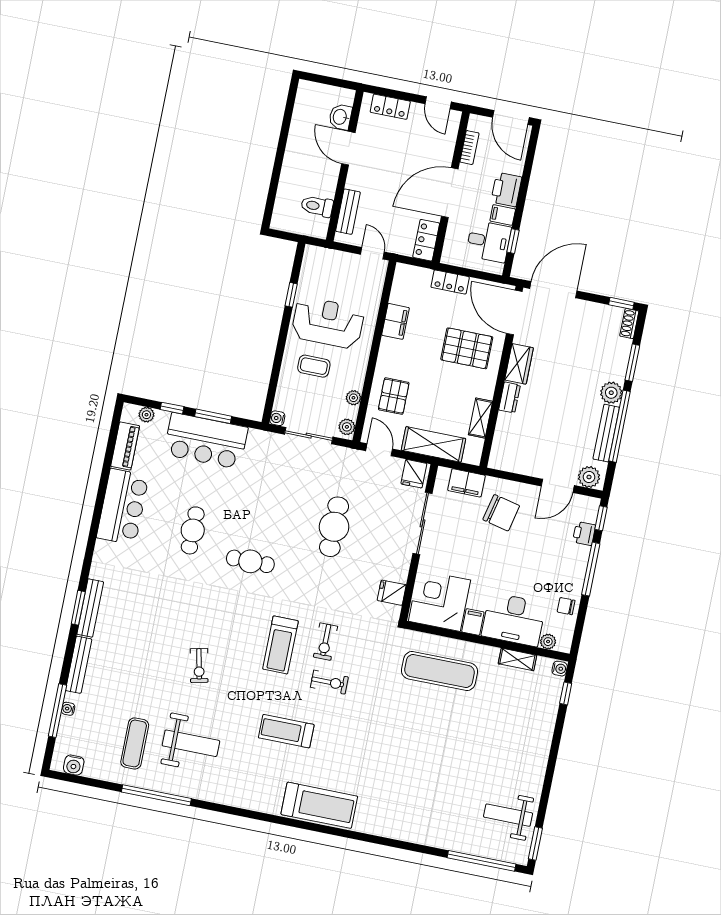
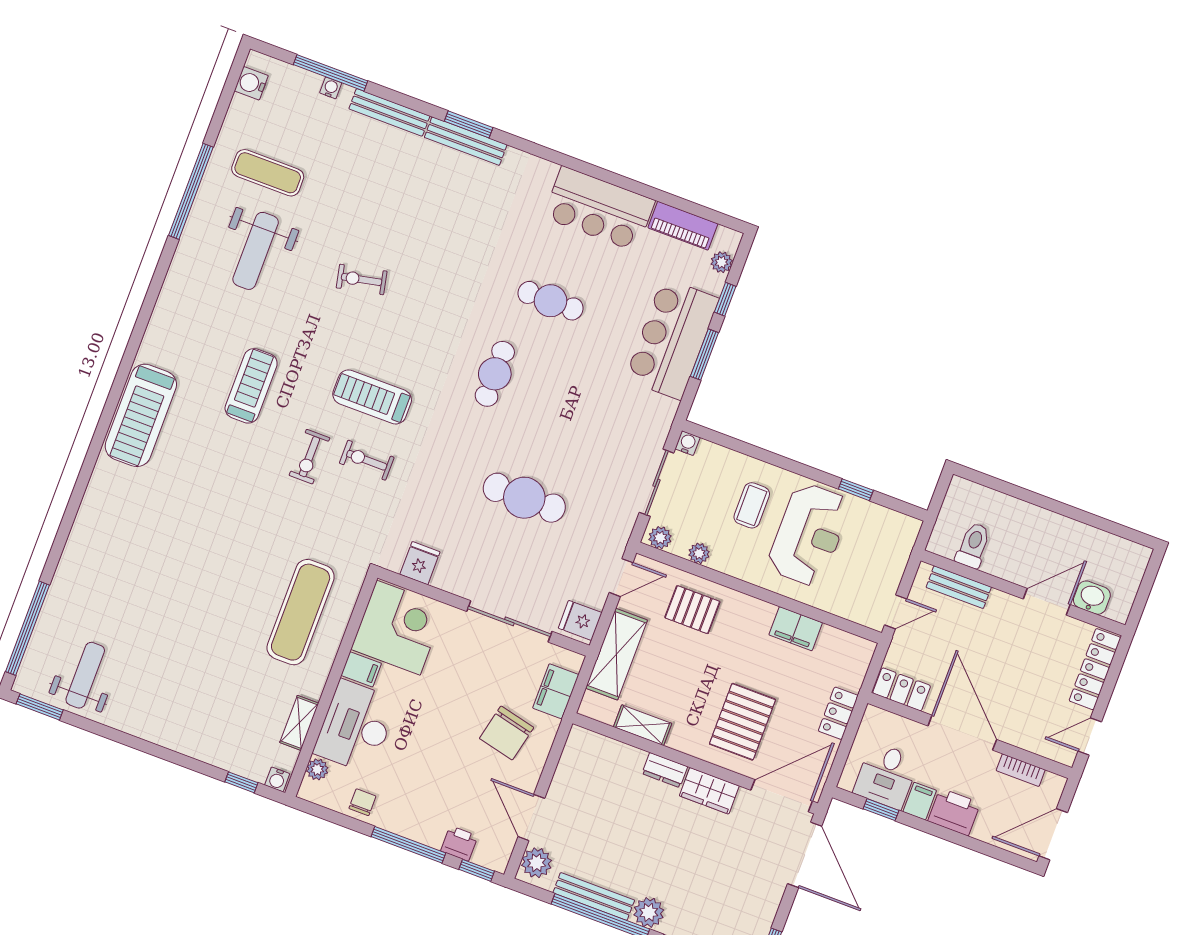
locker: (390, 107) -> (1095, 669), width x1.53

